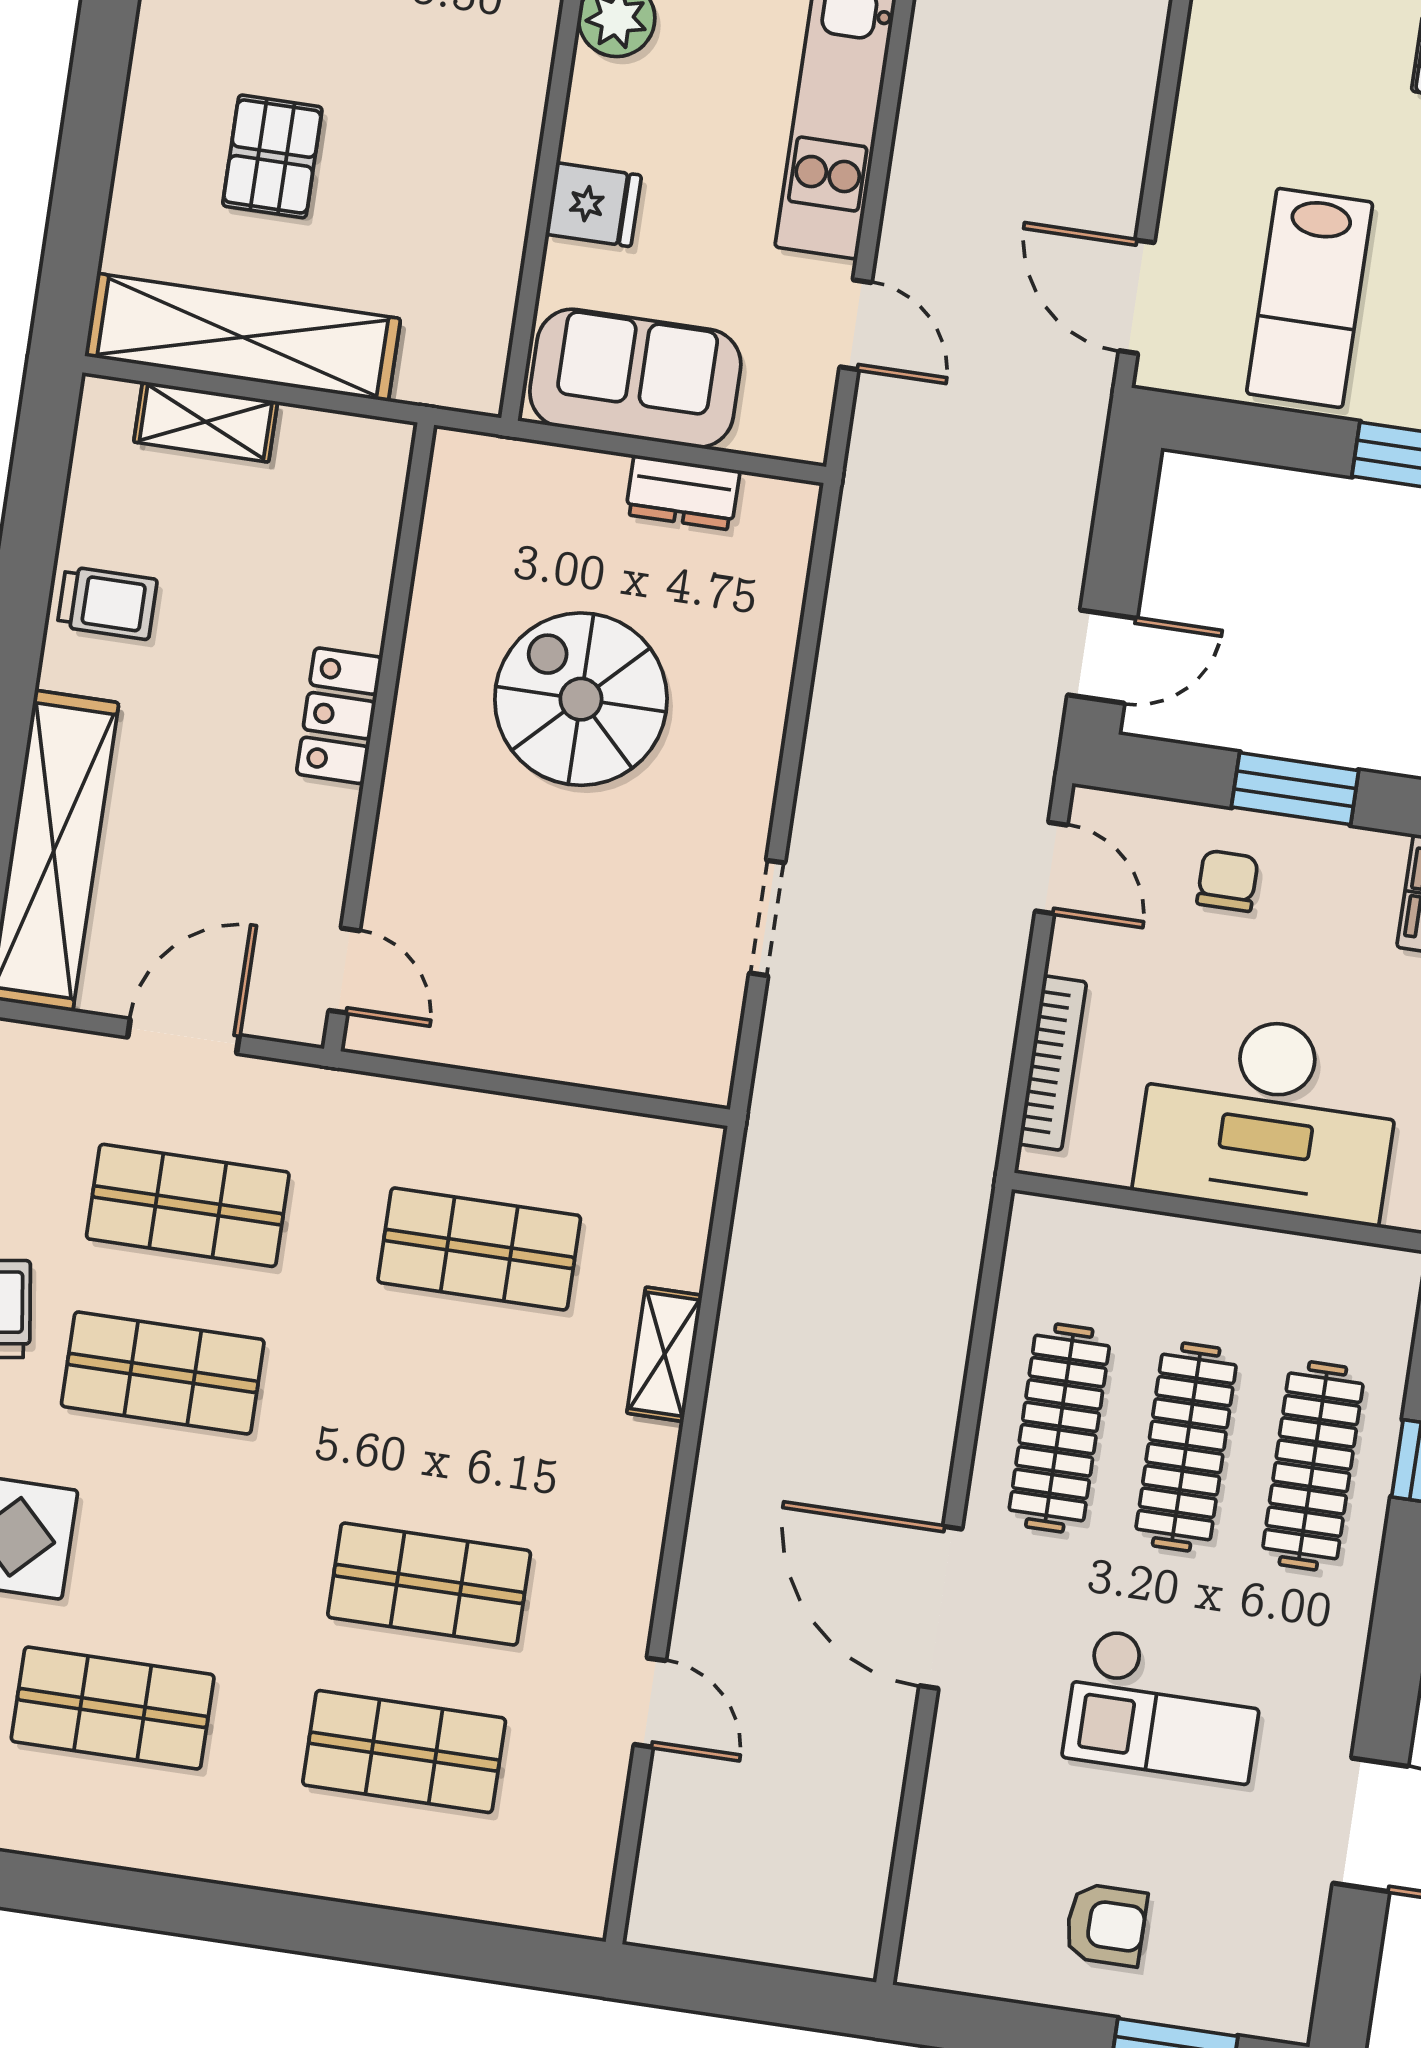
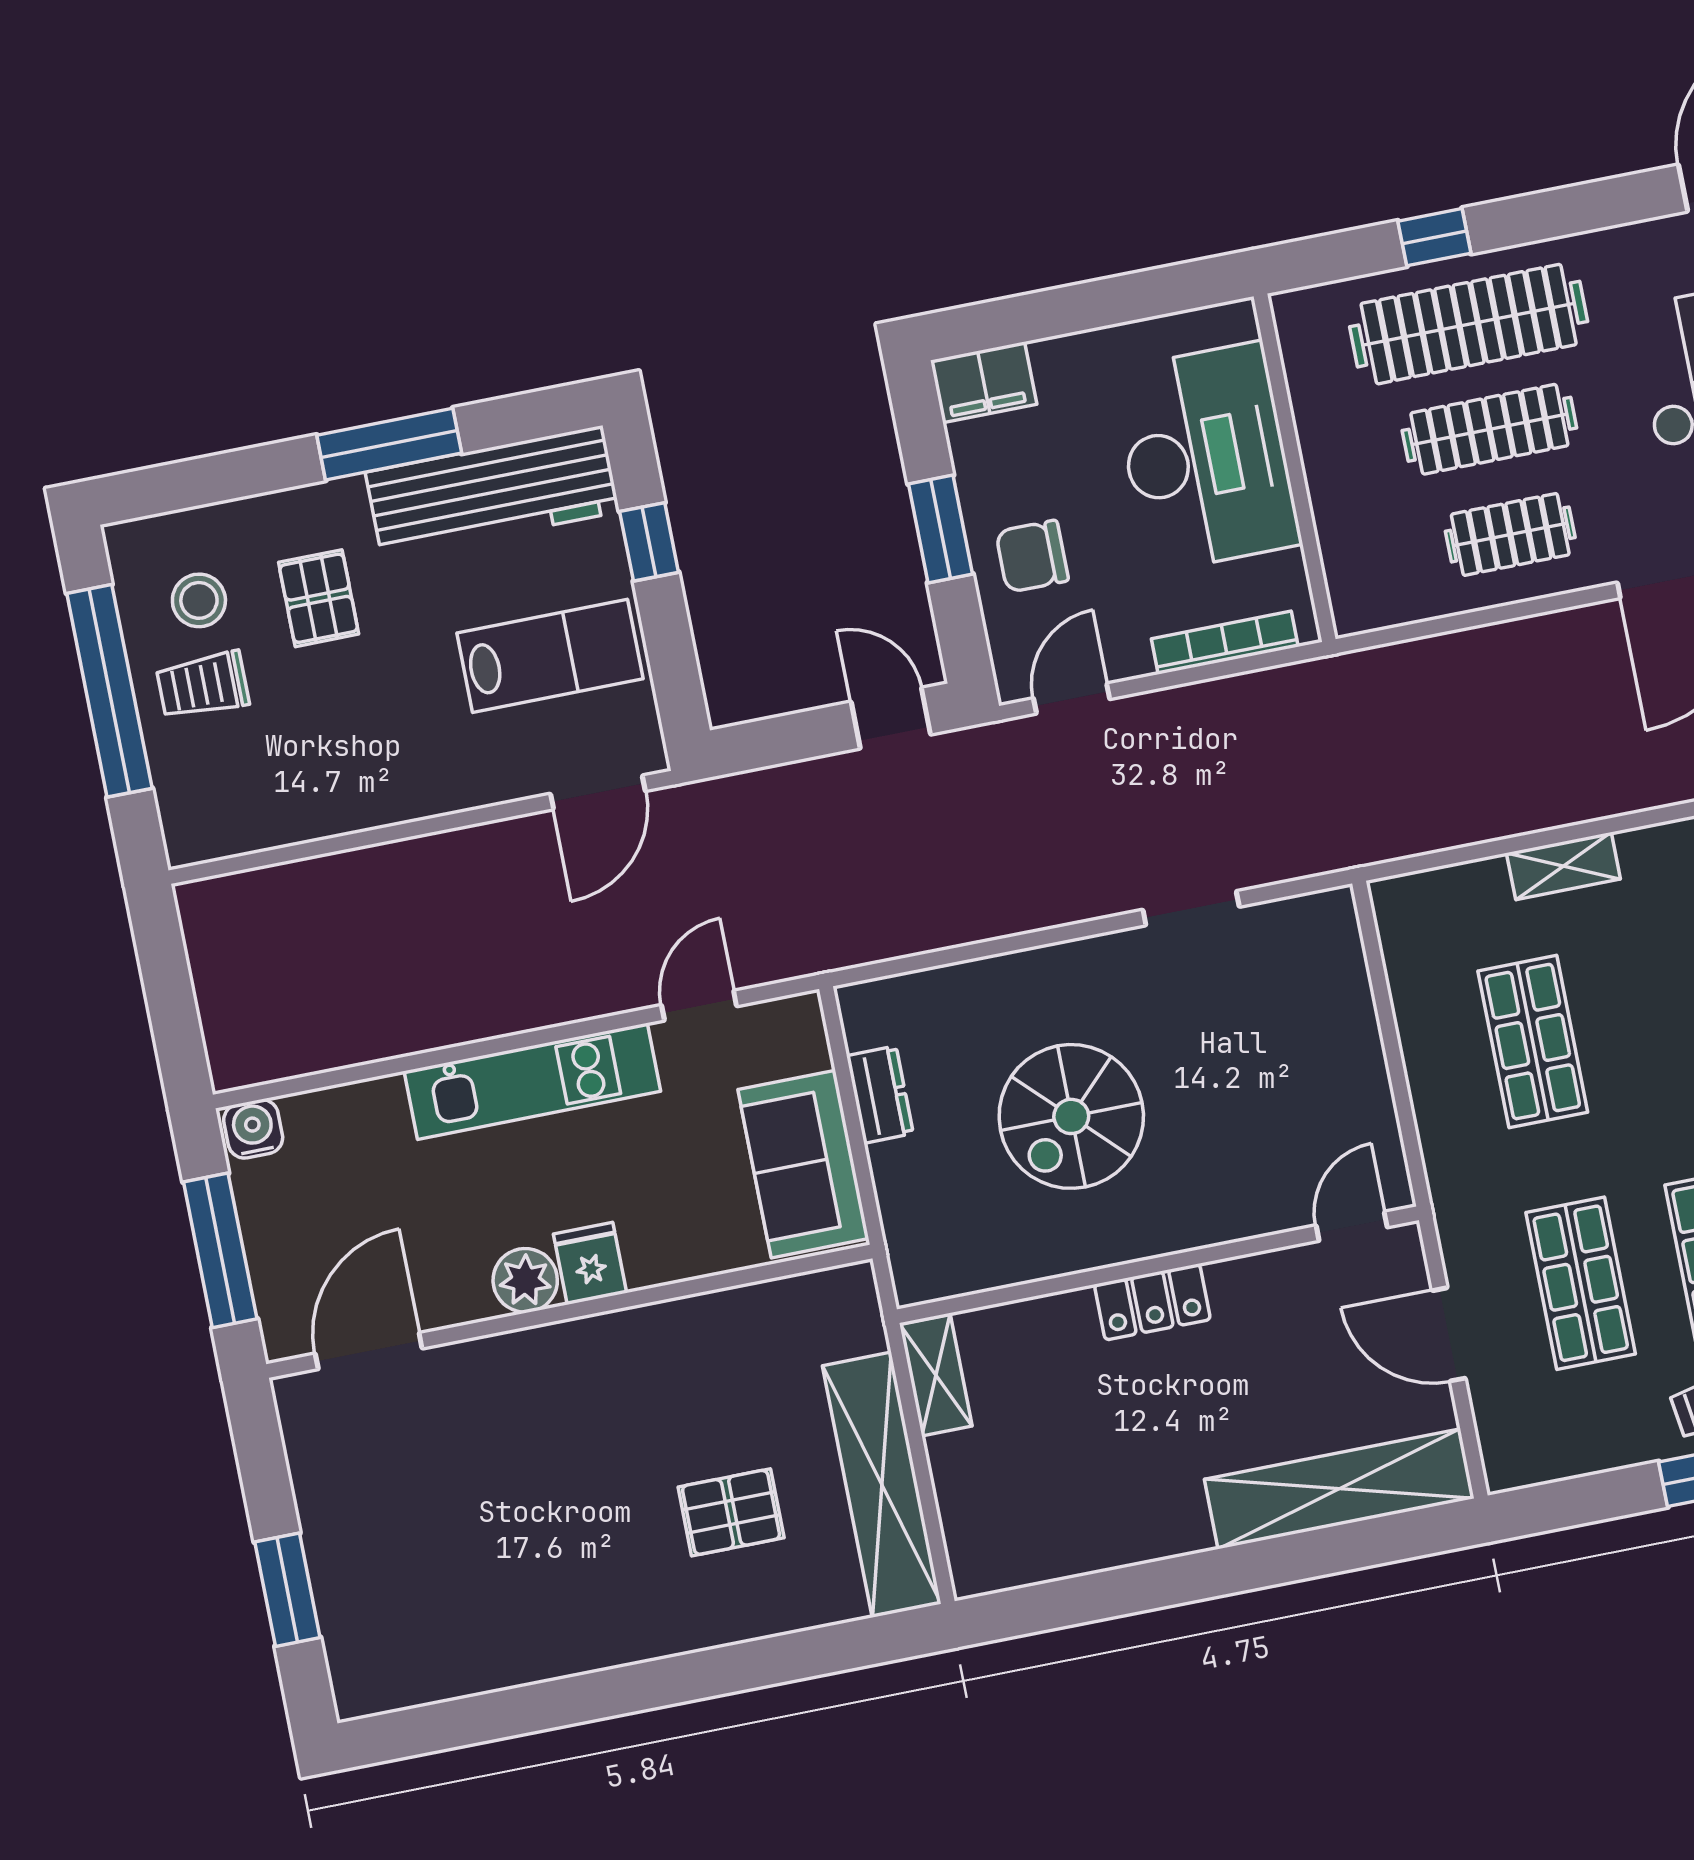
fridge: (594, 205) -> (590, 1263), moved
shelving: (206, 422) -> (936, 1375), moved
trolley: (107, 603) -> (1129, 1516), removed
chair: (1228, 881) -> (1032, 556), width x1.37, depth x1.37
clothes rail: (1059, 1428) -> (1510, 534), width x0.73
clothes rail: (1313, 1466) -> (1469, 324), width x1.37, depth x1.31

